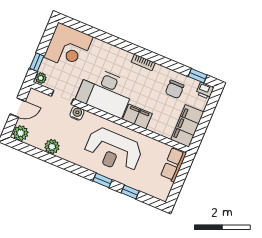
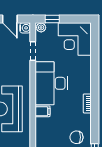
water cooler: (77, 113) -> (25, 28), moved
filing cabinet: (137, 117) -> (42, 111), width x0.50

